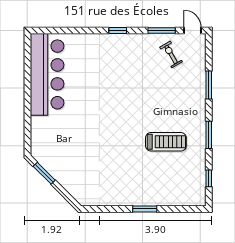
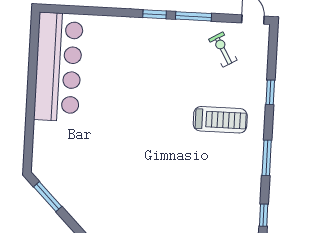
window: (162, 30) -> (193, 16), moved
window: (209, 85) -> (270, 92), width x0.67
treadmill: (166, 142) -> (220, 120), moved

